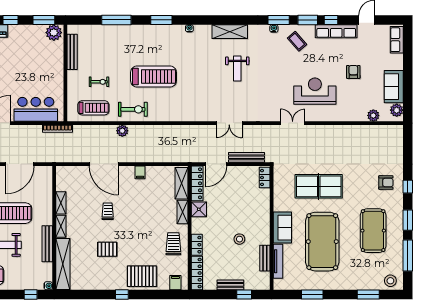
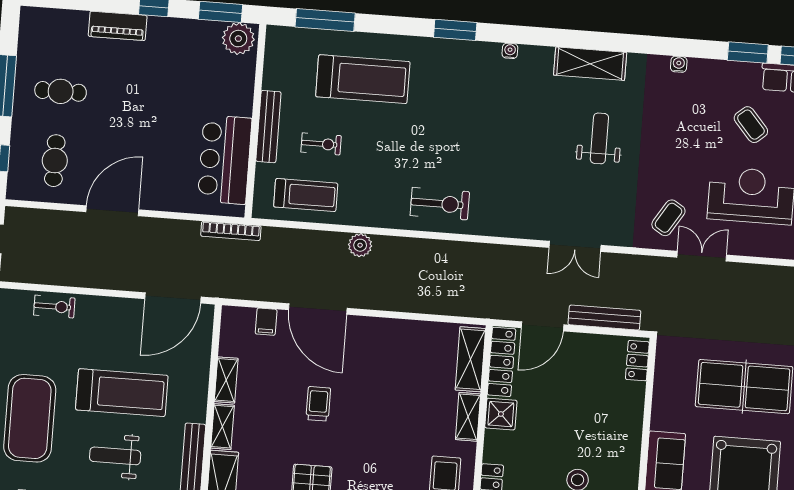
window: (116, 20) -> (325, 20), moved
window: (279, 20) -> (690, 48), removed
coffee table: (297, 41) -> (751, 125), moved
bench: (72, 52) -> (268, 127), moved
weight bench: (237, 68) -> (599, 138), turned 180
treadmill: (154, 77) -> (363, 79), moved
coffee table: (275, 105) -> (668, 218), added
bar counter: (36, 109) -> (225, 160), moved, turned -90
exercise bike: (133, 109) -> (440, 204), moved
door: (20, 164) -> (173, 298), moved
filing cabinet: (140, 172) -> (266, 322), moved

